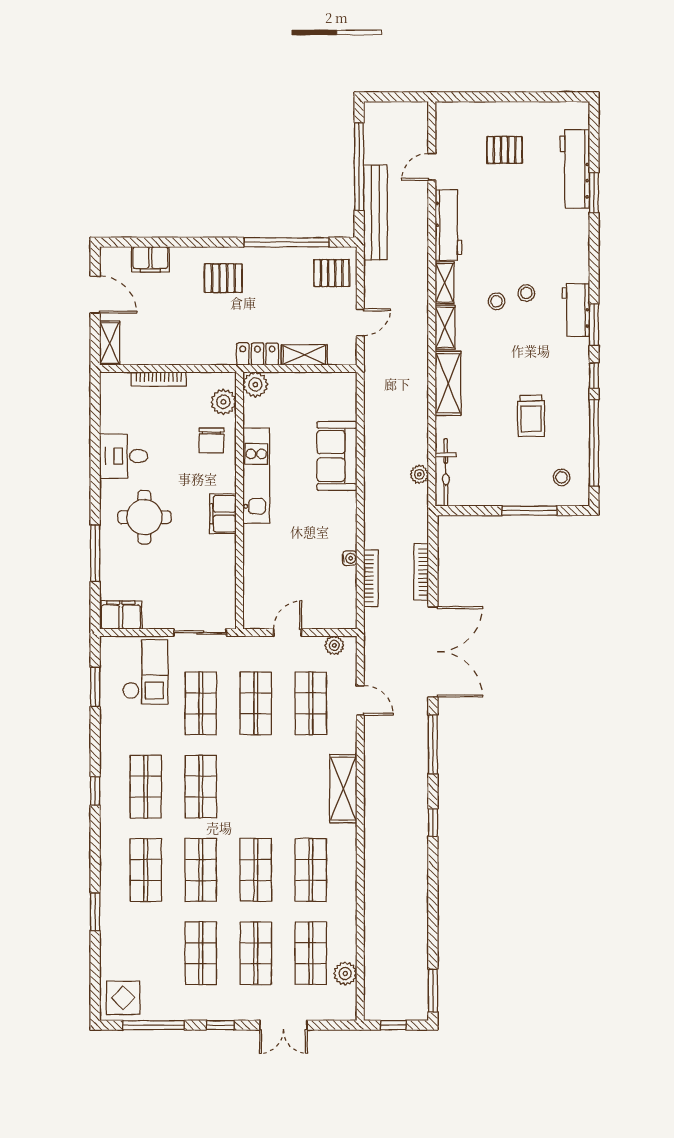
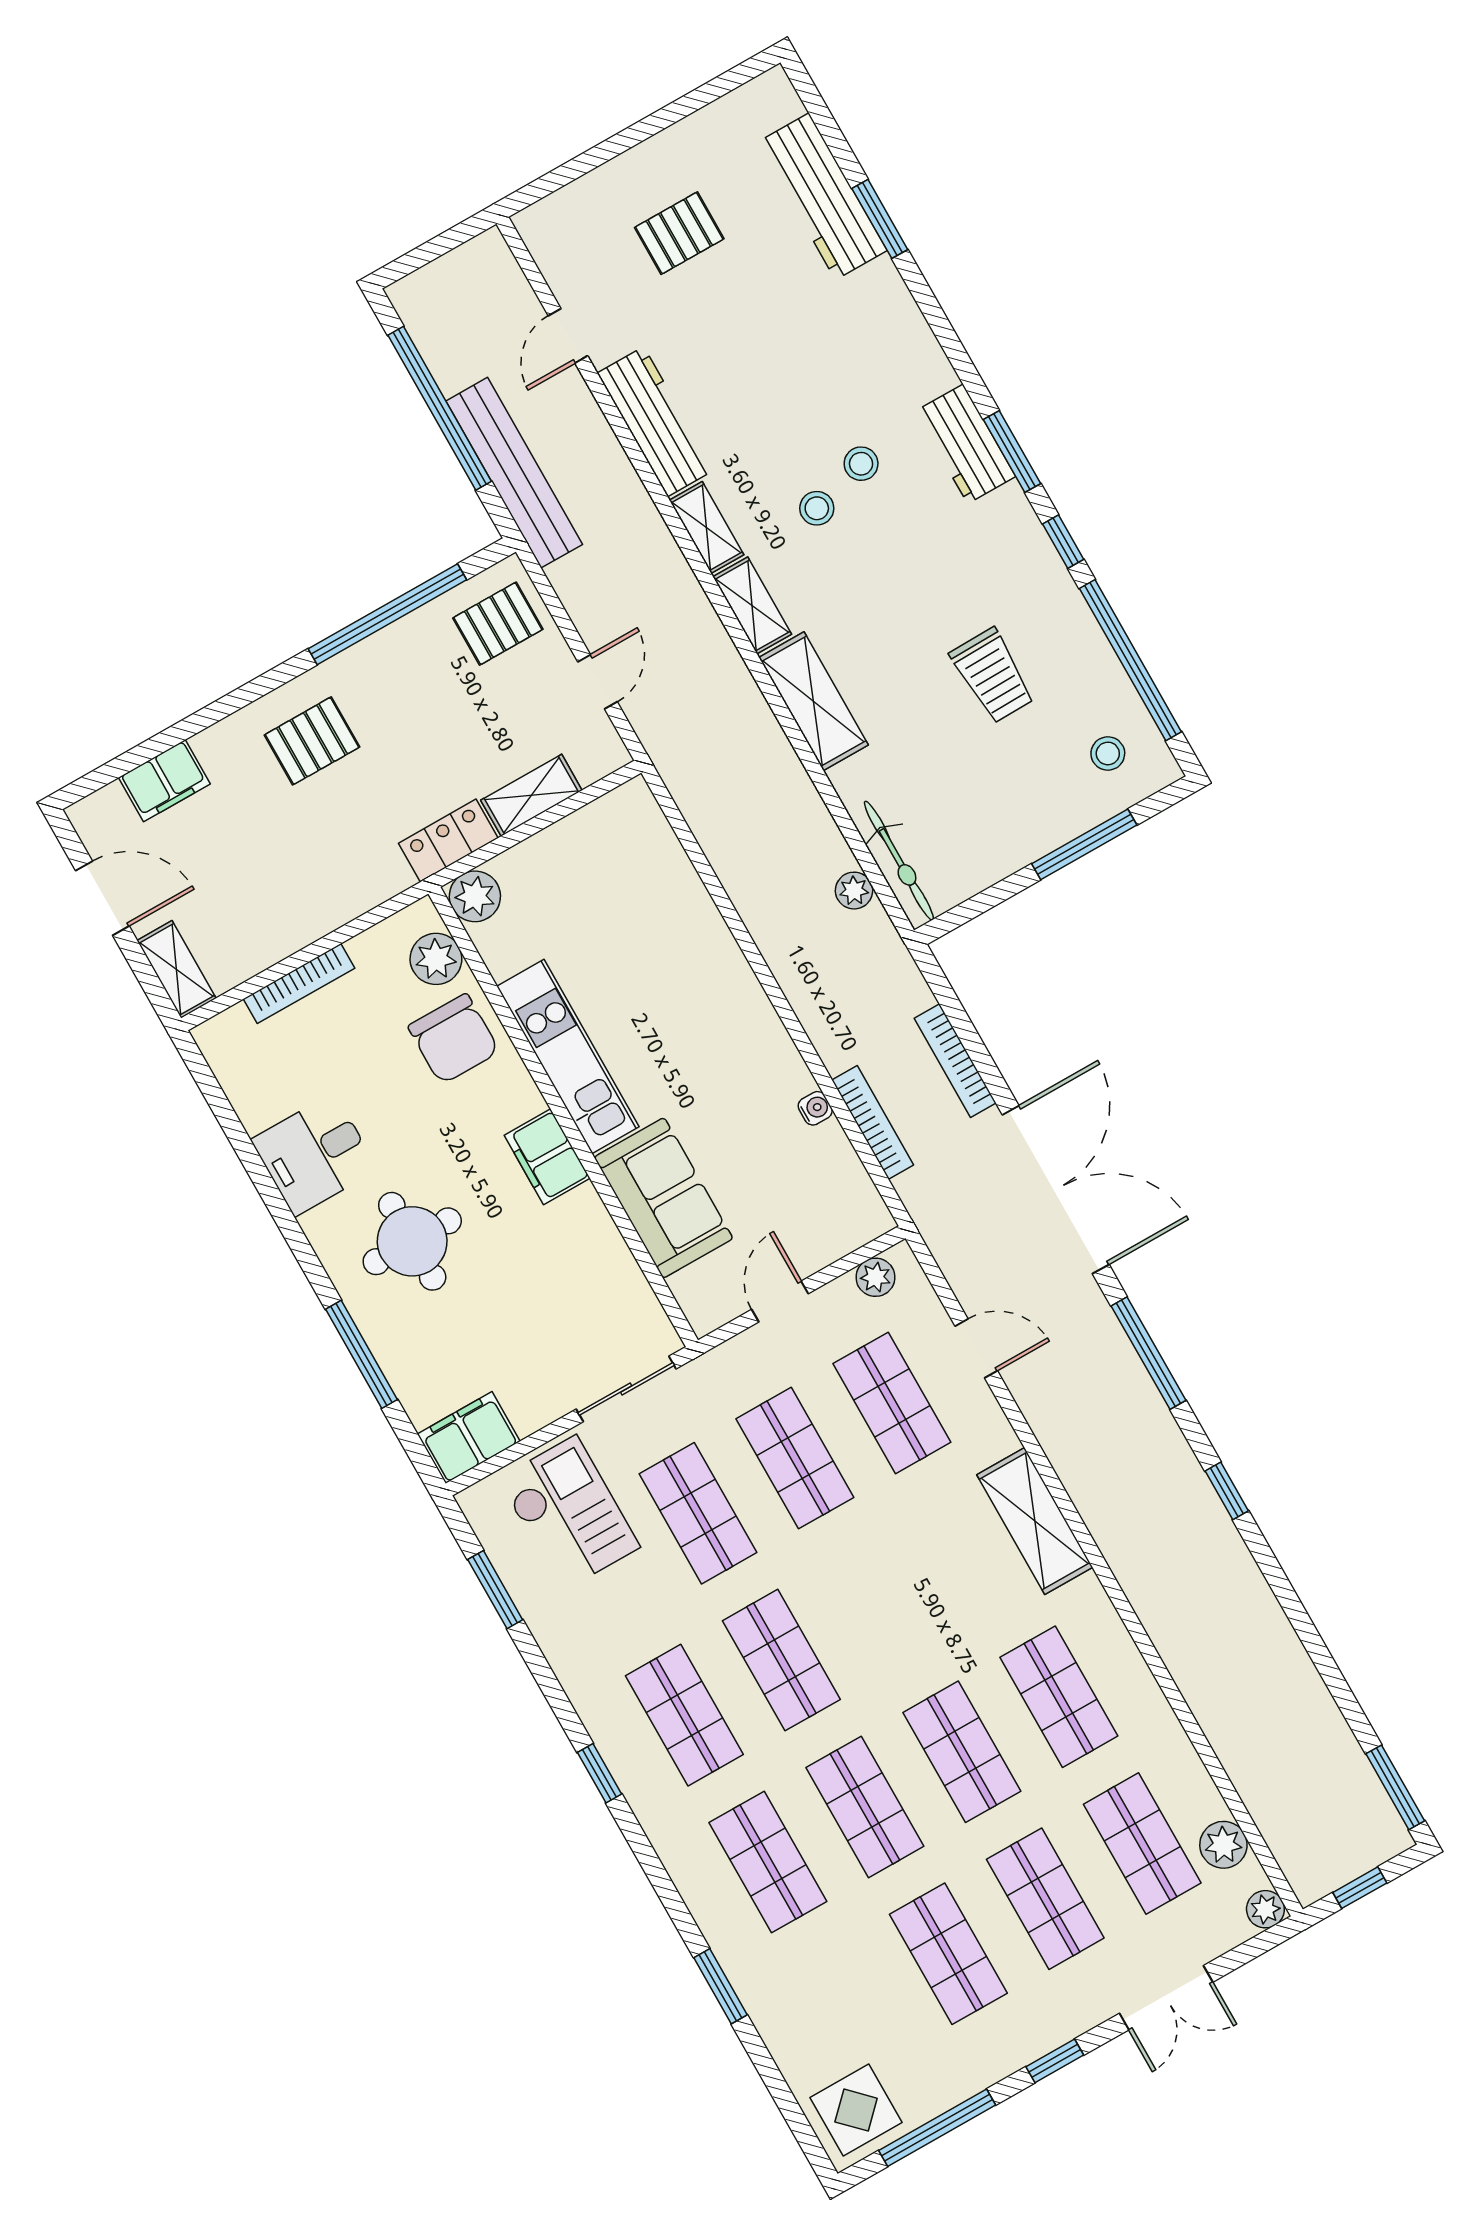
chair: (212, 440) -> (454, 1039), width x1.37, depth x1.37
sofa: (337, 456) -> (664, 1198), moved, turned 180
plant: (348, 1011) -> (1265, 1909), added

